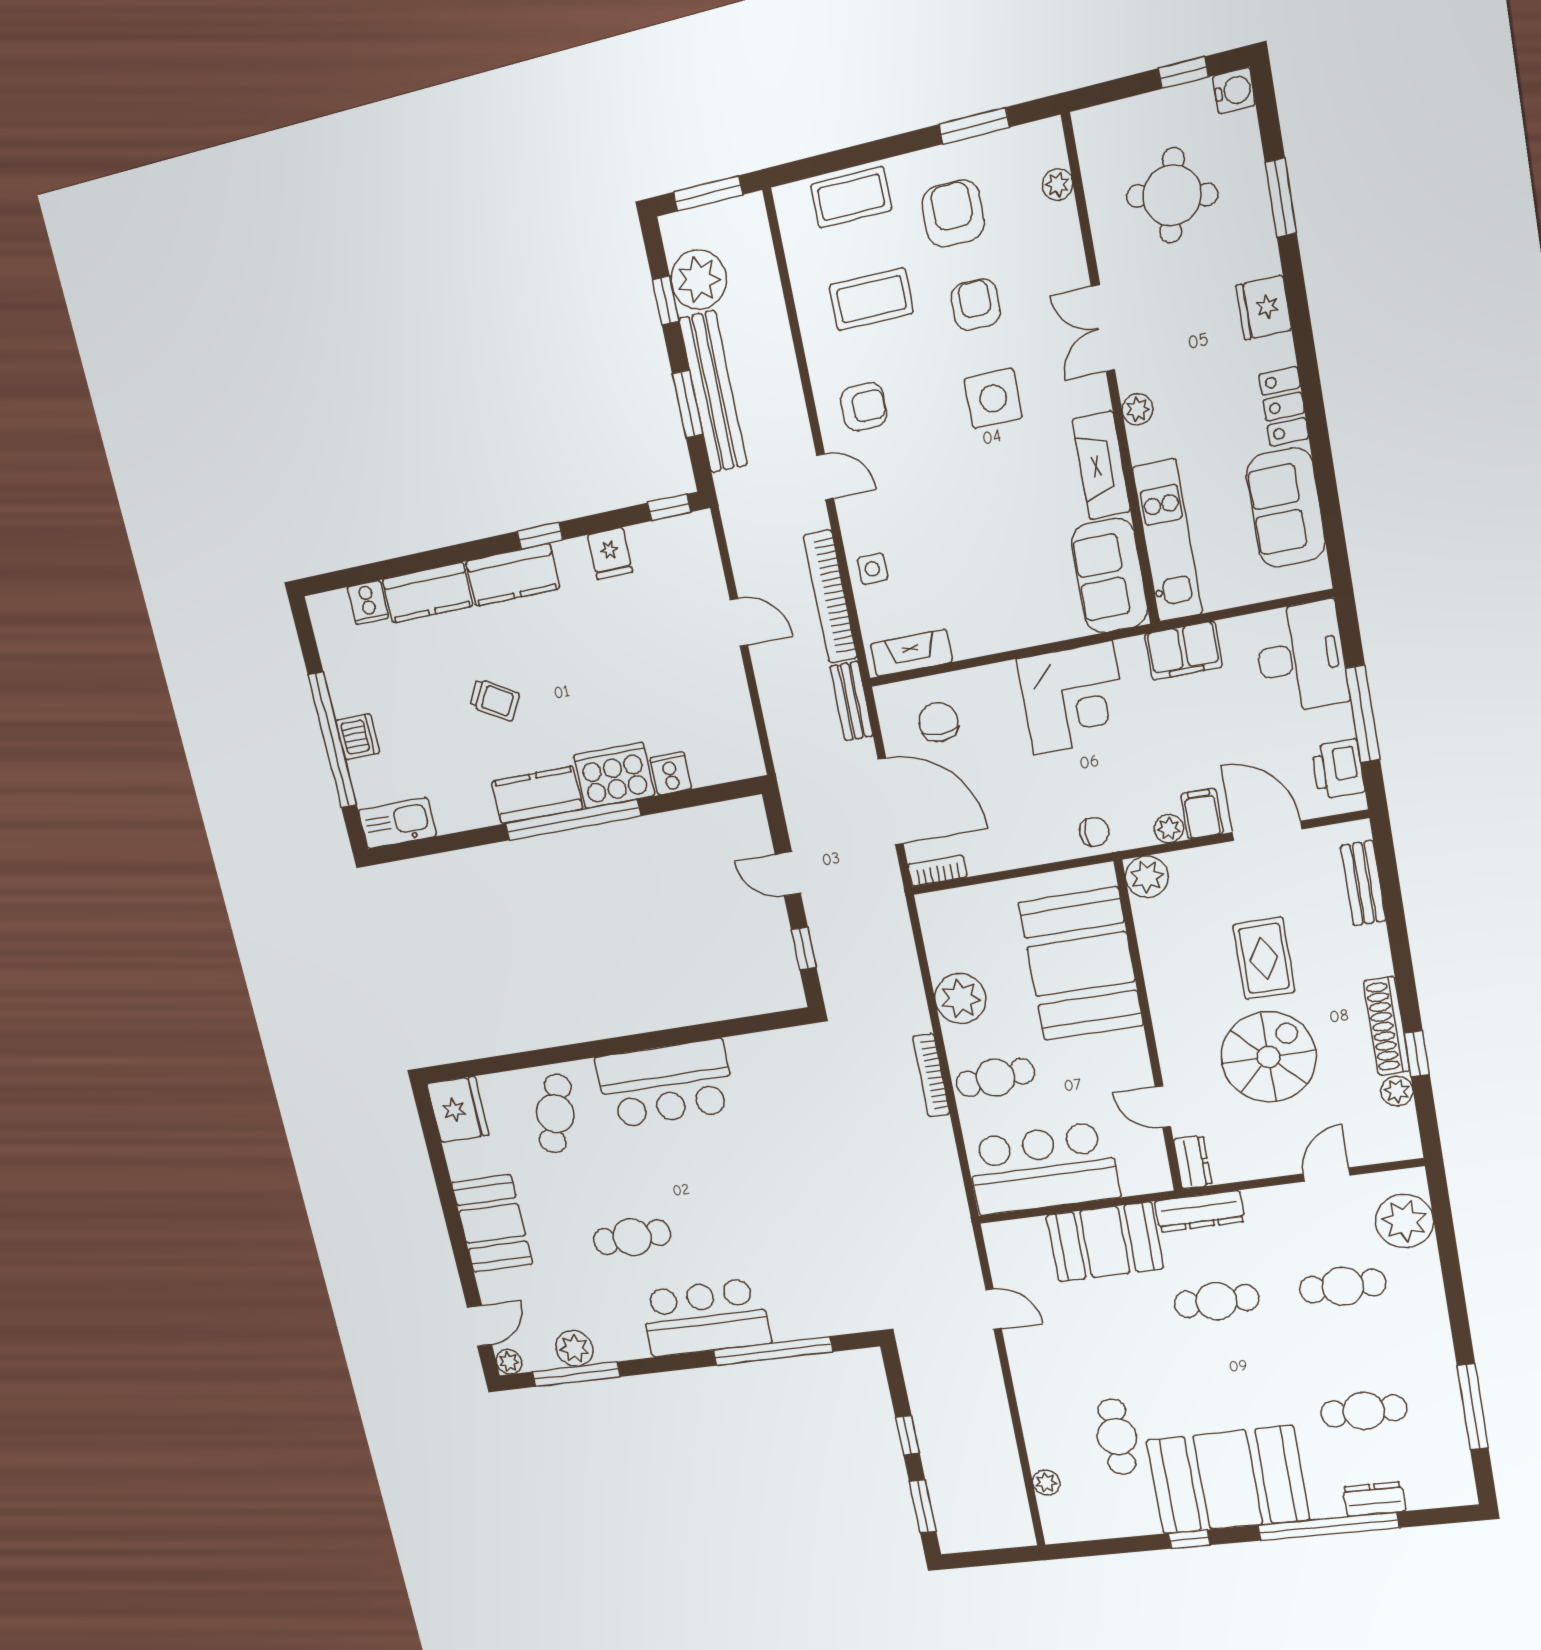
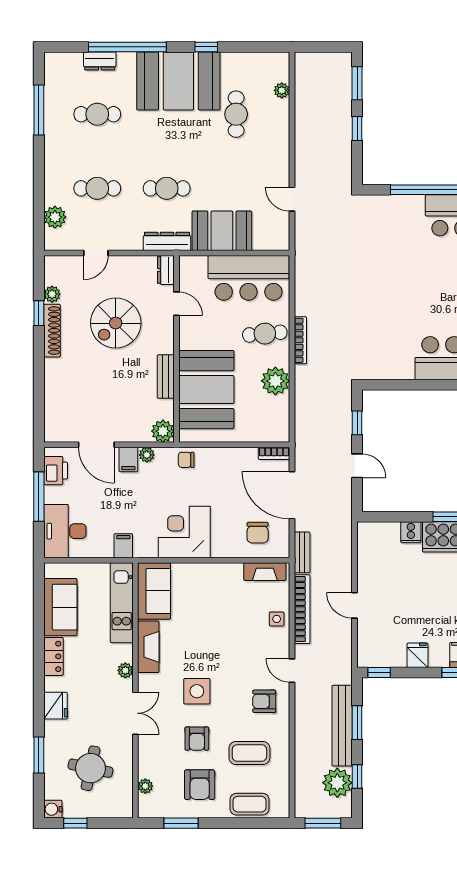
filing cabinet: (1183, 651) -> (123, 546), width x0.50
bench: (1363, 883) -> (166, 377), moved
rug: (1264, 958) -> (109, 377), removed
plant: (1404, 1221) -> (55, 217), width x0.73, depth x0.73

